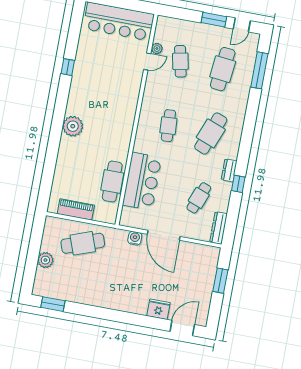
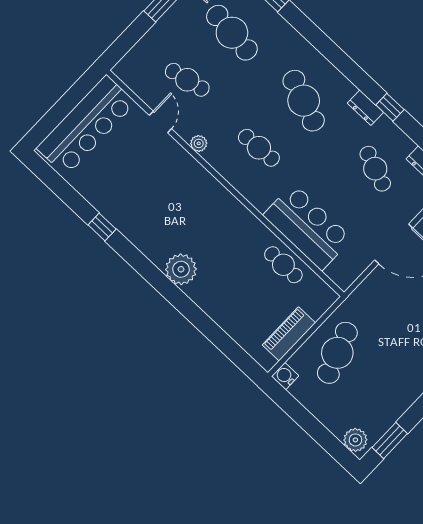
plant: (157, 48) -> (199, 143), moved
cafe table: (112, 181) -> (283, 265), width x0.73, depth x0.74
water cooler: (135, 238) -> (285, 376), moved
plant: (45, 260) -> (355, 440), moved

